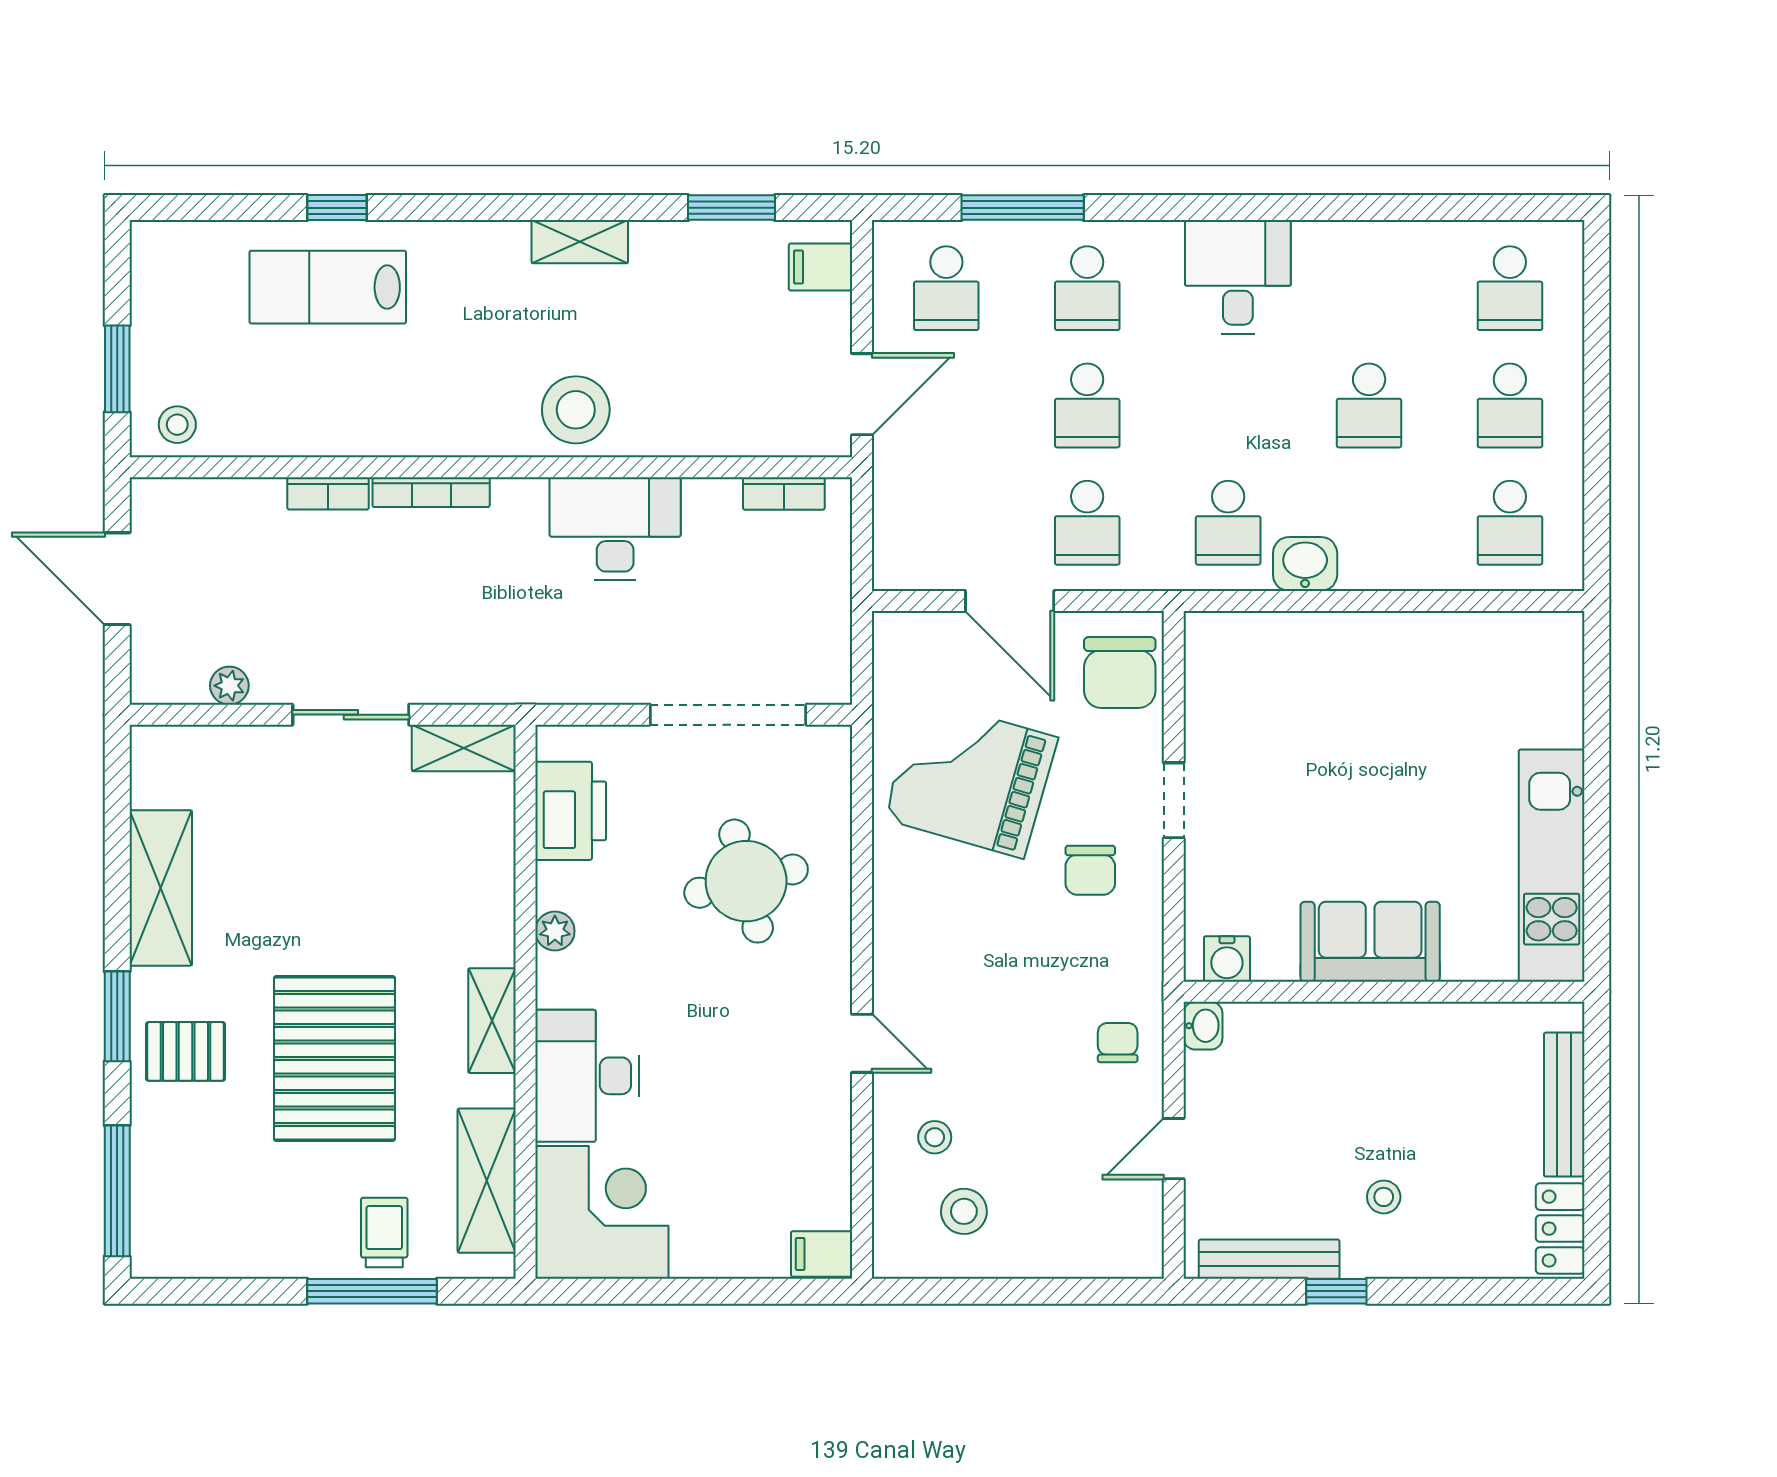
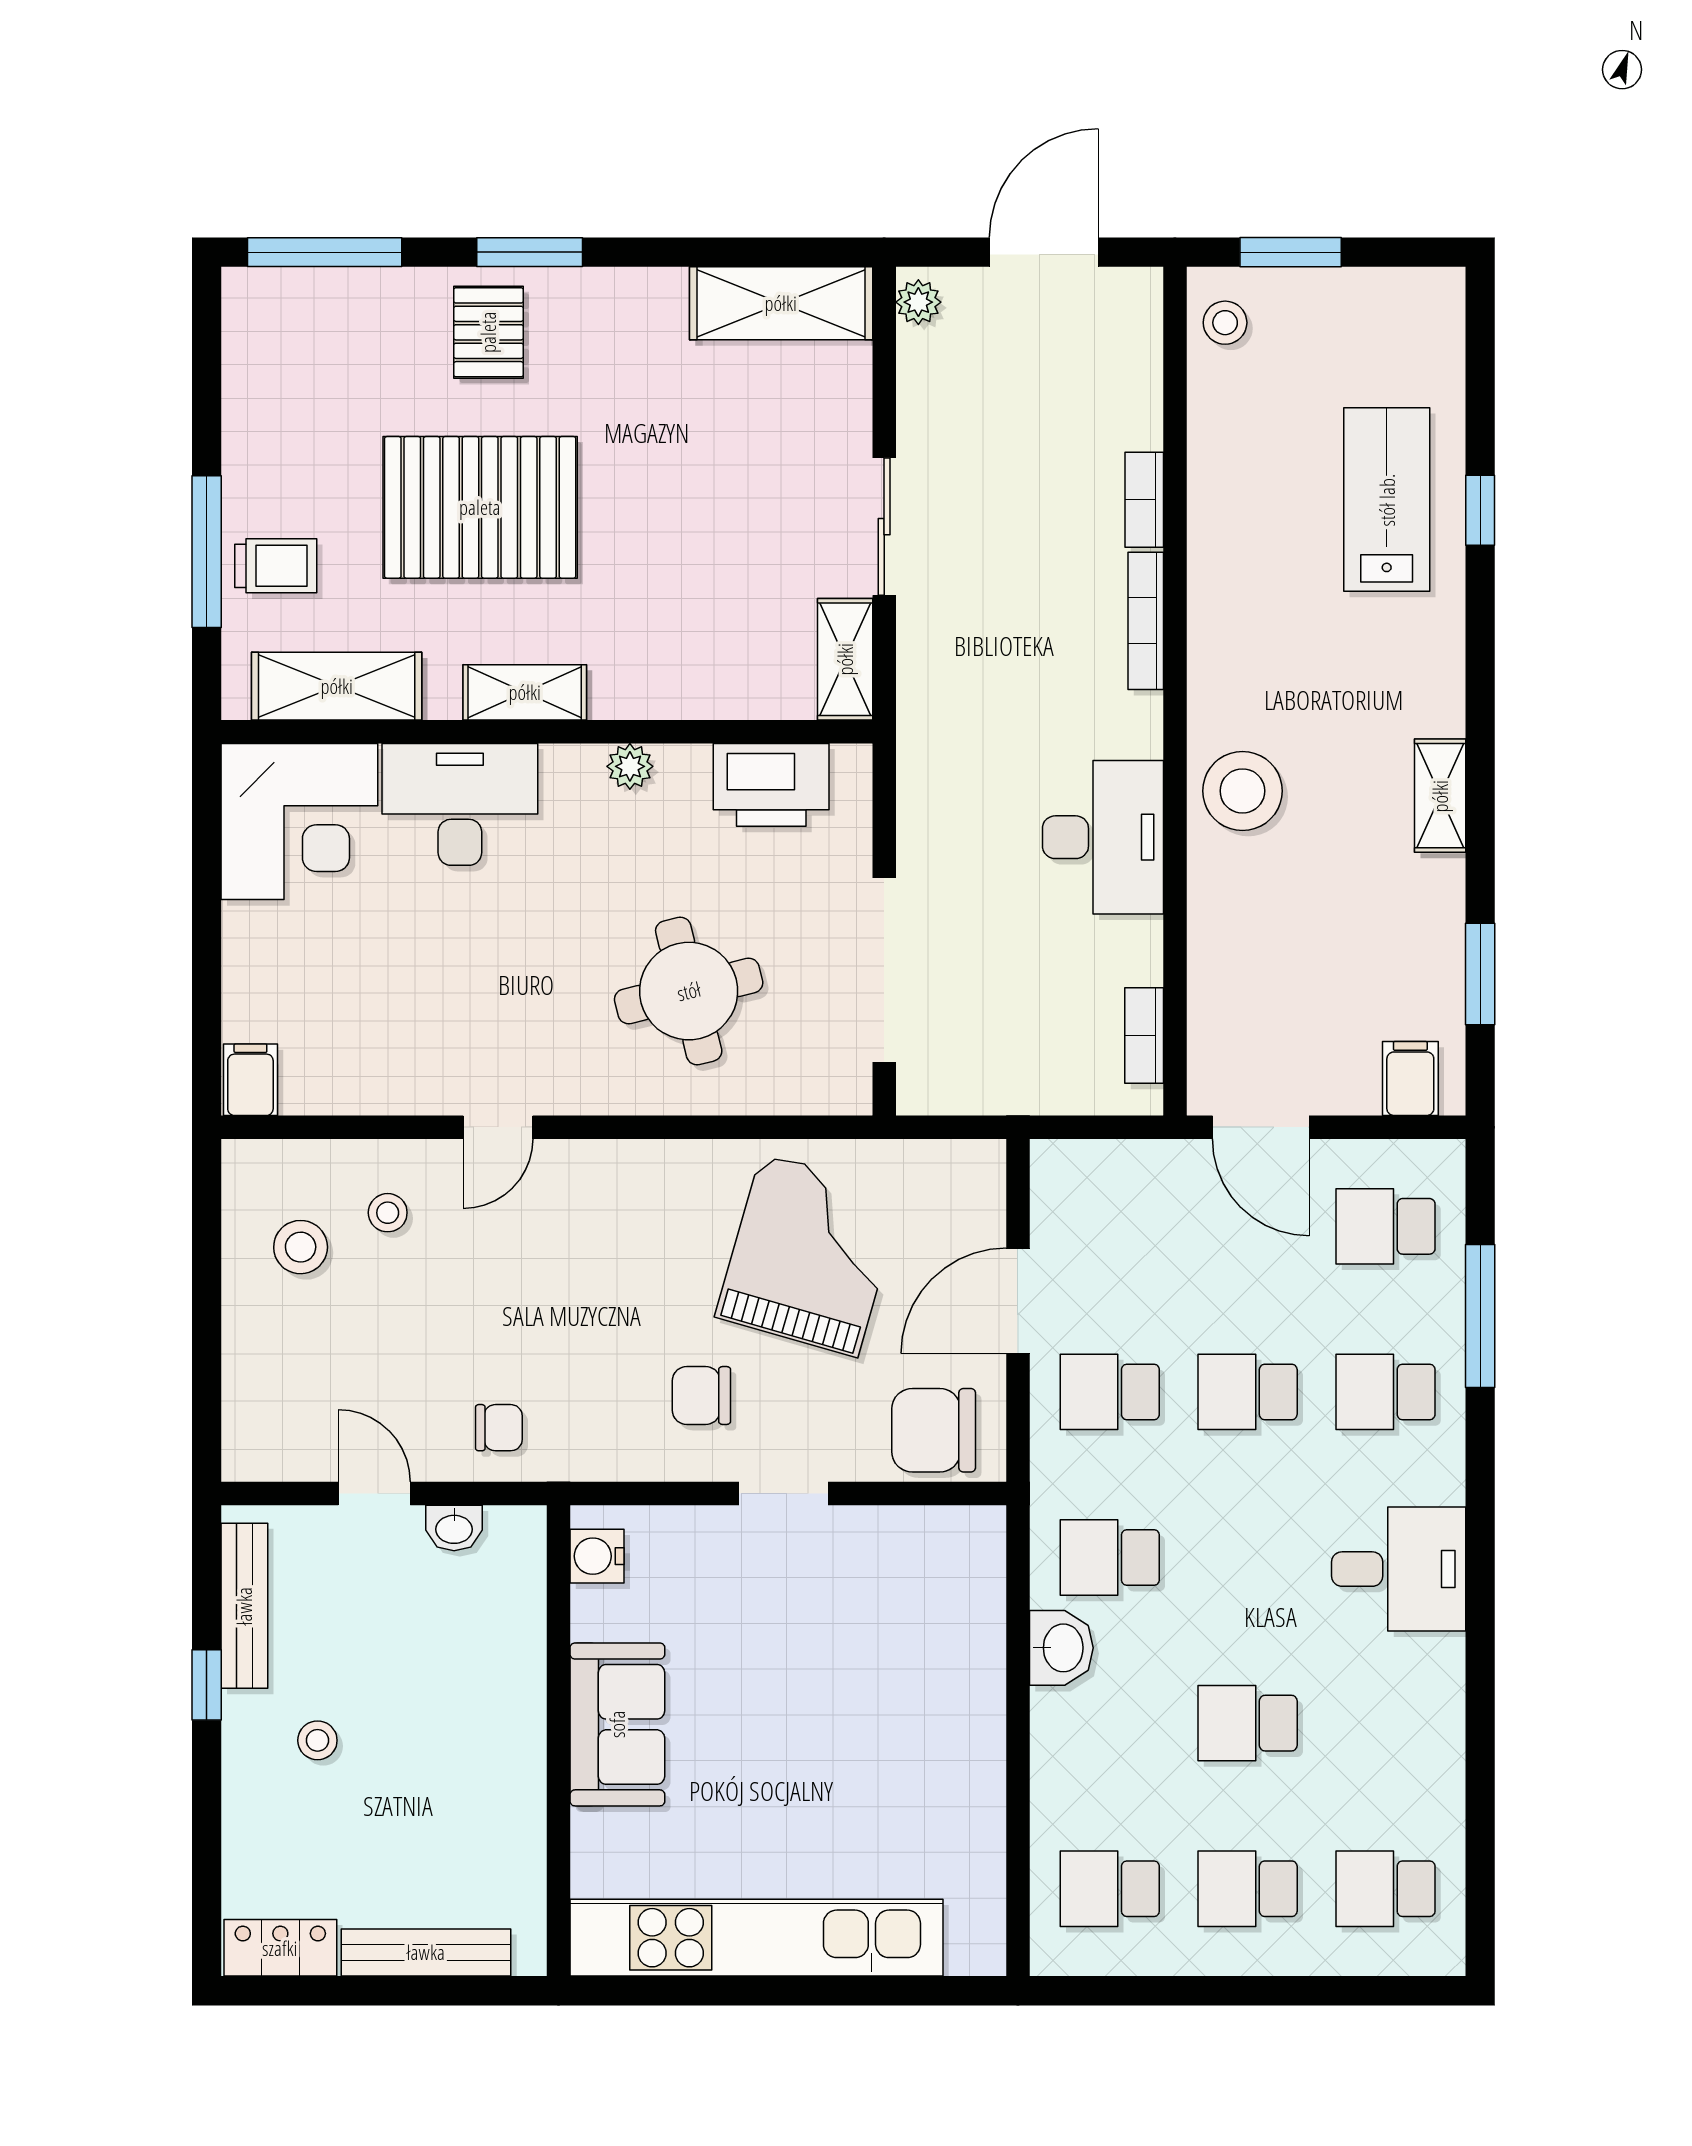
plant: (229, 686) -> (918, 302), moved
kitchen unit: (1552, 866) -> (756, 1938), width x1.36
shelving: (161, 888) -> (781, 303), moved
washbasin: (1203, 1026) -> (454, 1528), moved

